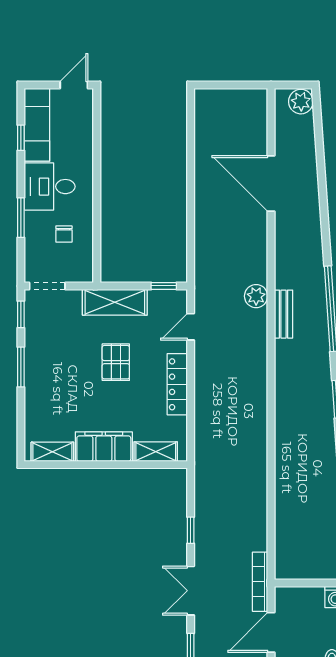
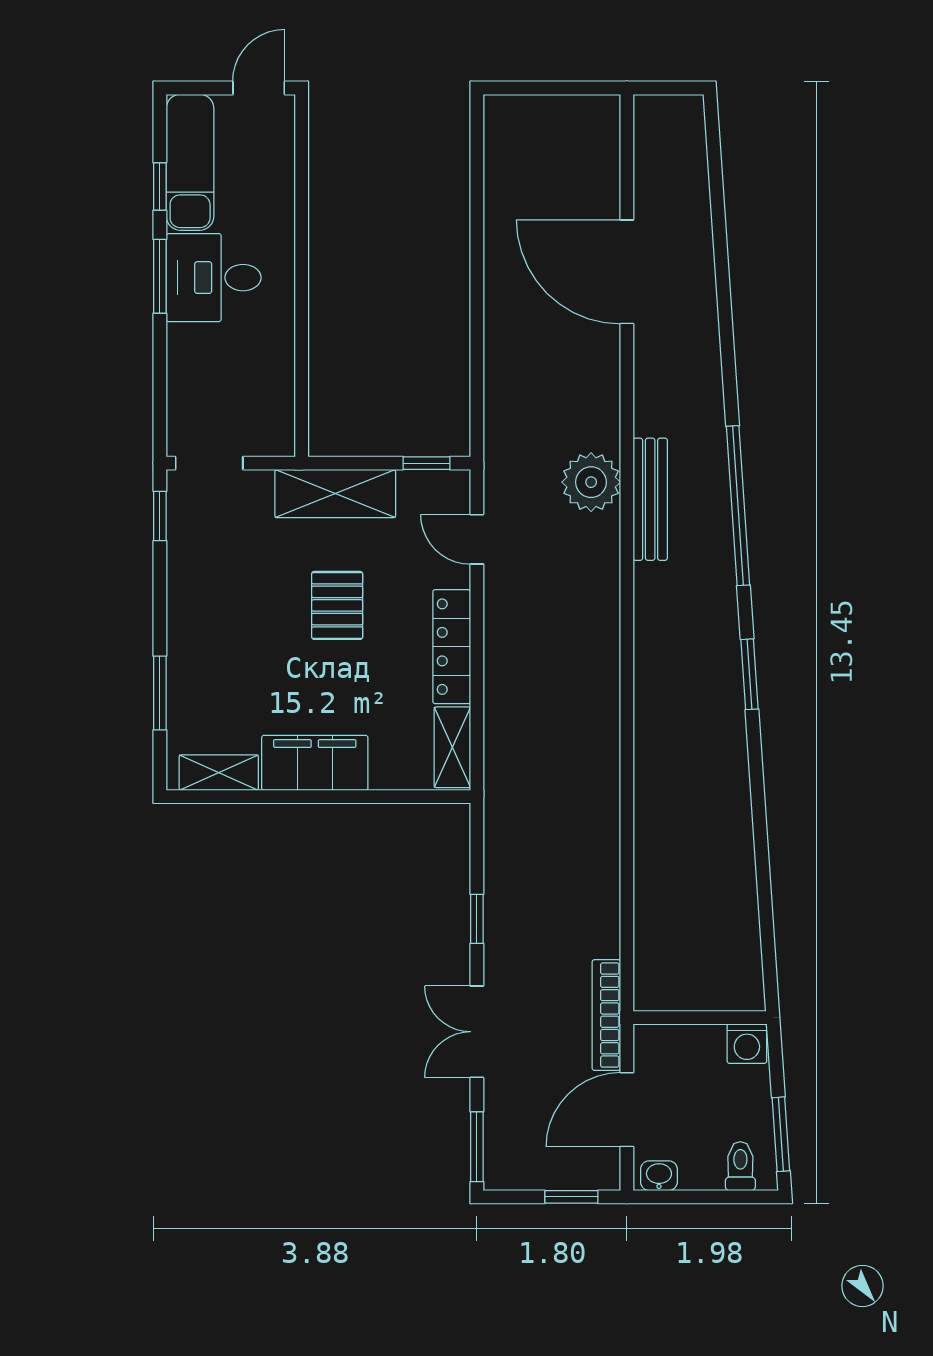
plant: (301, 102) -> (682, 119), removed
window: (21, 218) -> (160, 276), moved
chair: (64, 234) -> (240, 366), removed
plant: (256, 296) -> (591, 482), width x1.36, depth x1.36
bench: (284, 314) -> (650, 499), width x1.36
door: (191, 327) -> (477, 539), hinge flipped
window: (21, 367) -> (160, 693), moved
shelving: (156, 452) -> (452, 747), moved, turned 90

